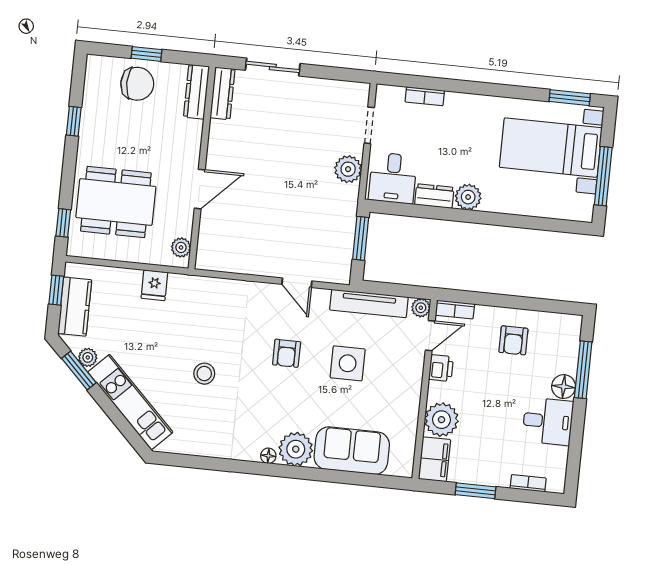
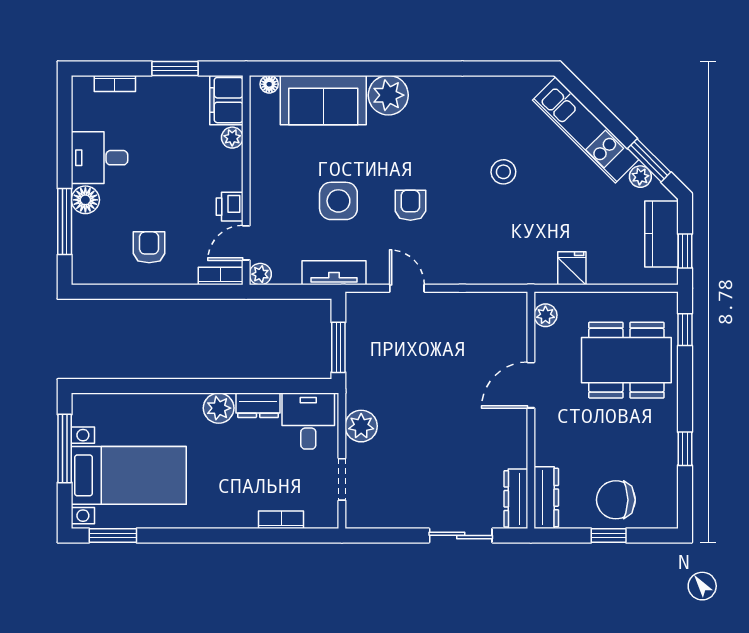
tv unit: (369, 303) -> (334, 273), width x0.71
plant: (441, 420) -> (232, 138), width x0.53, depth x0.53
floor lamp: (268, 456) -> (269, 84), moved

